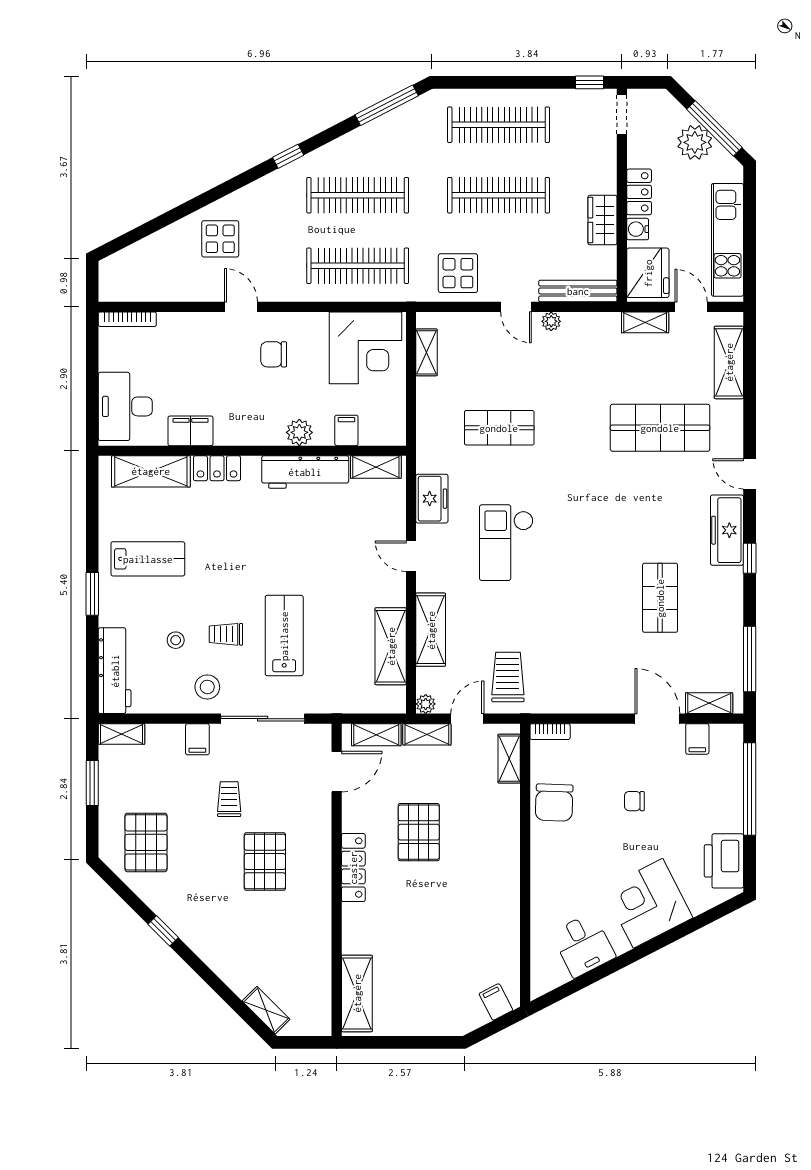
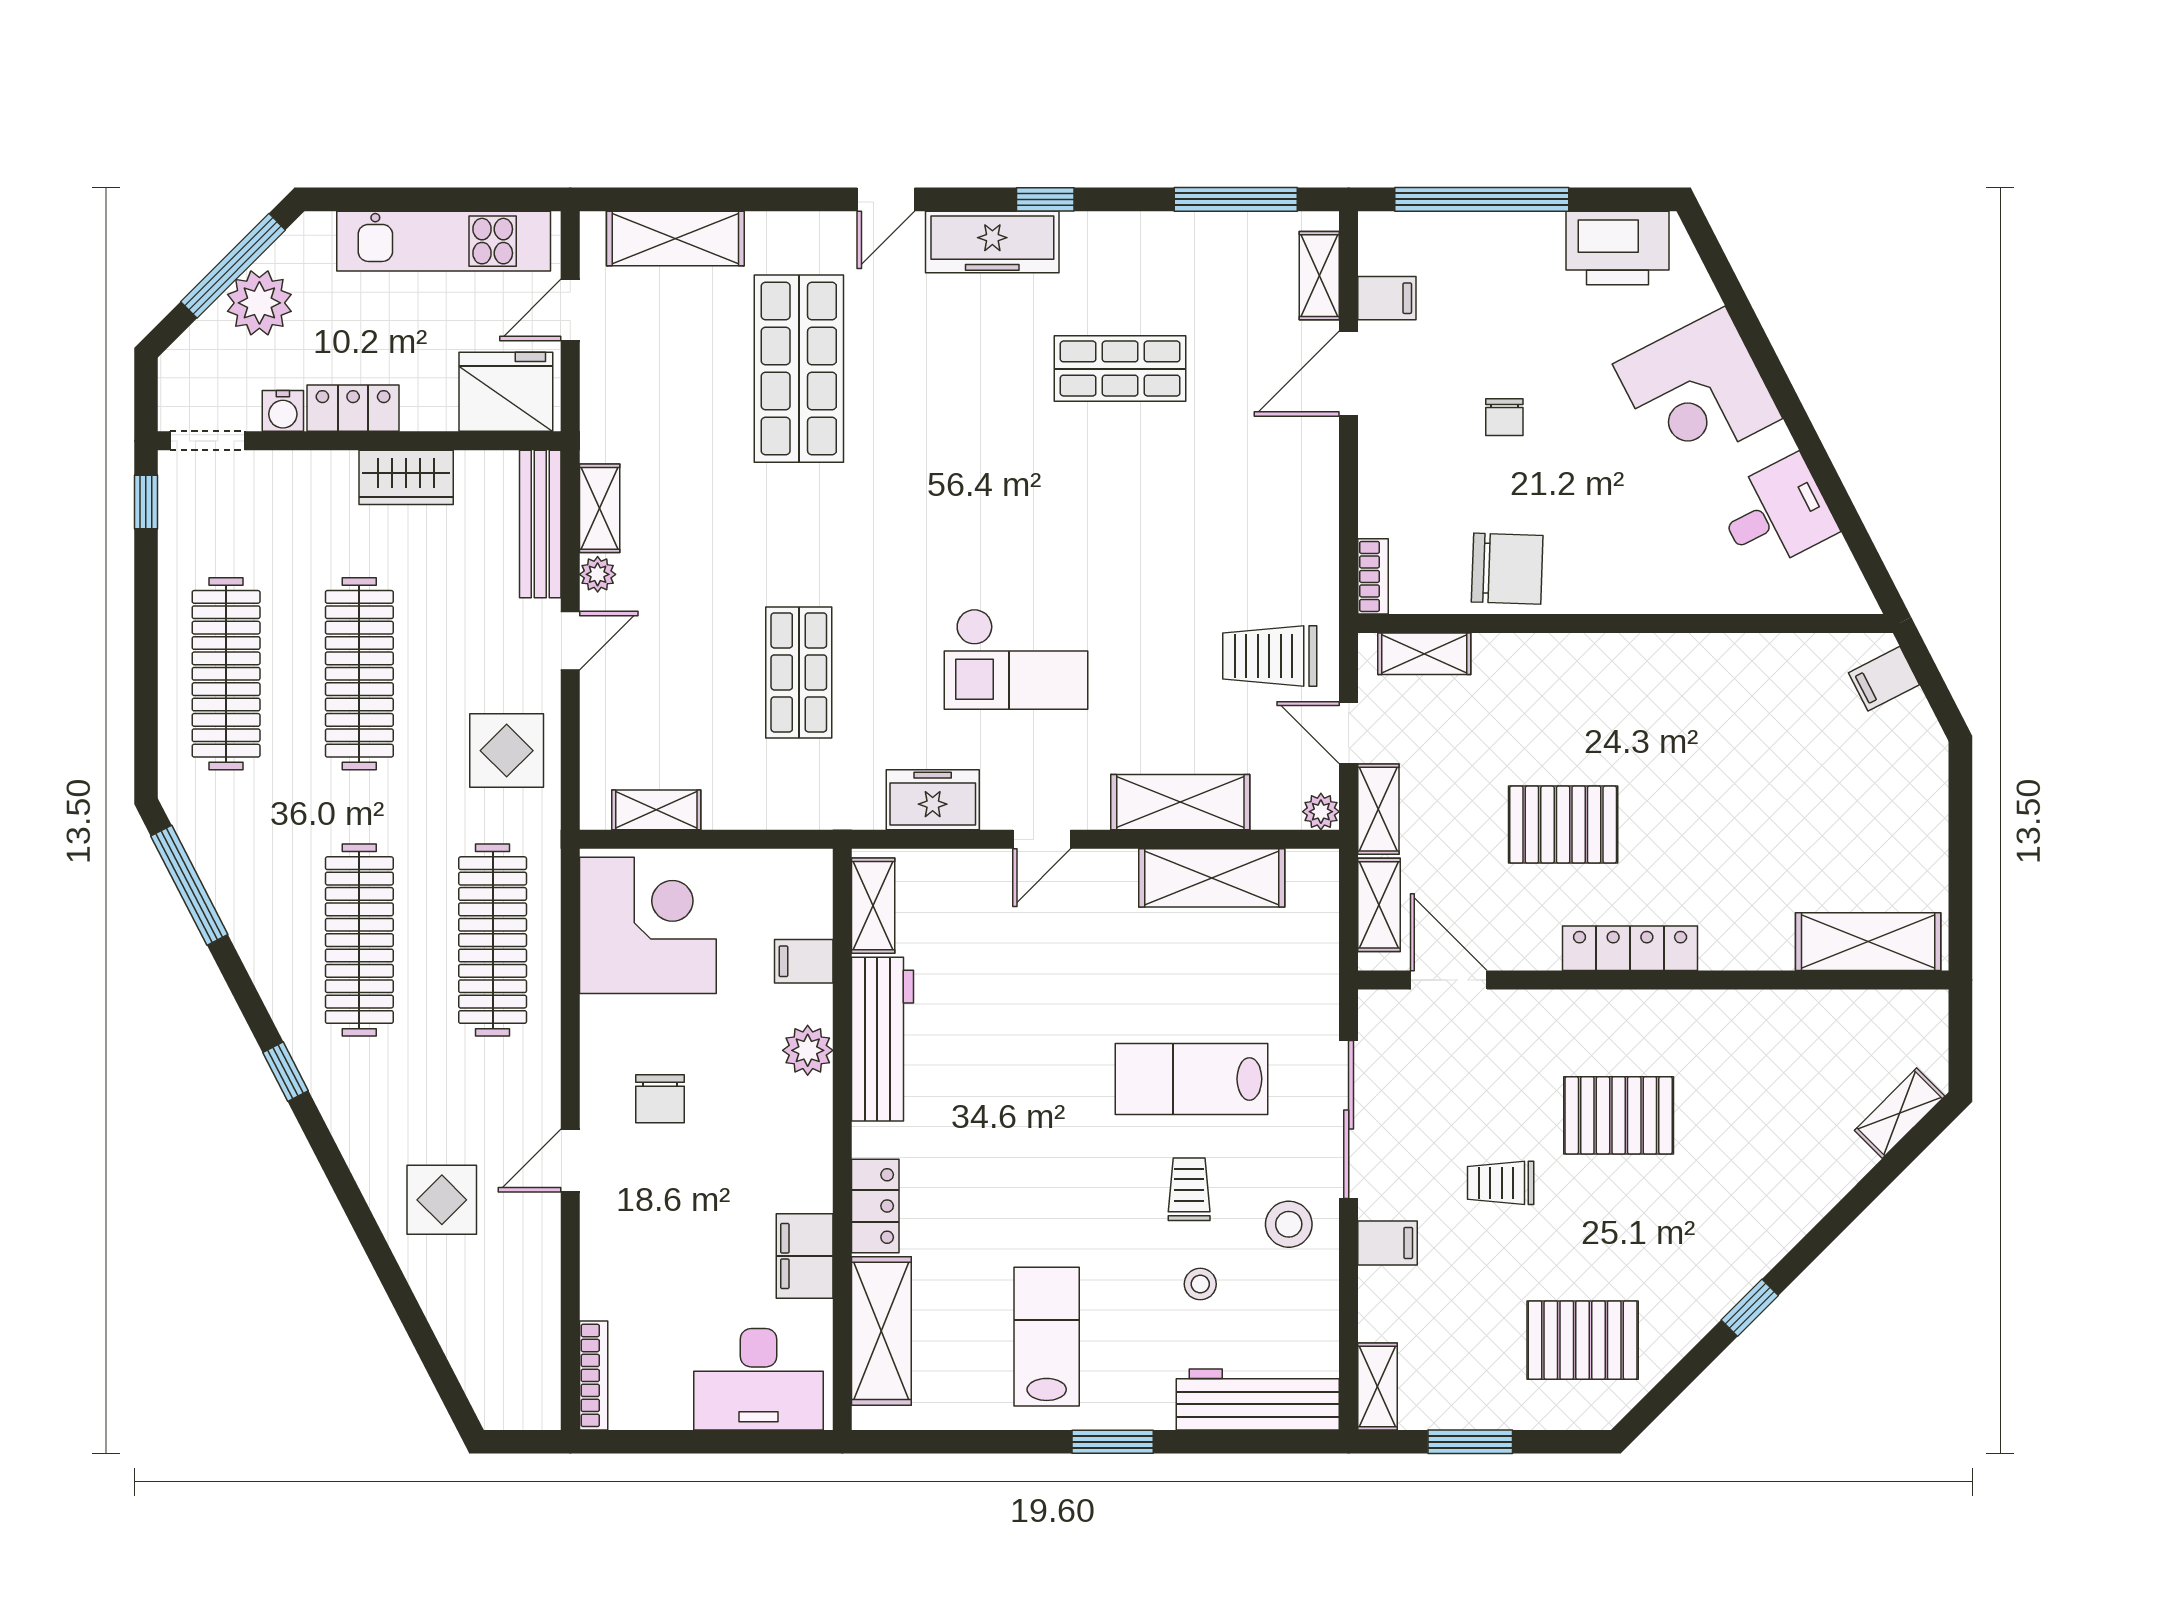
water cooler: (638, 229) -> (283, 411), moved
shelving: (645, 322) -> (600, 508), moved
trolley: (226, 634) -> (1189, 1189), turned 180

